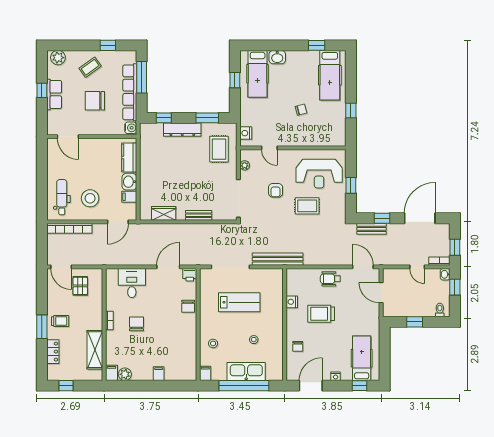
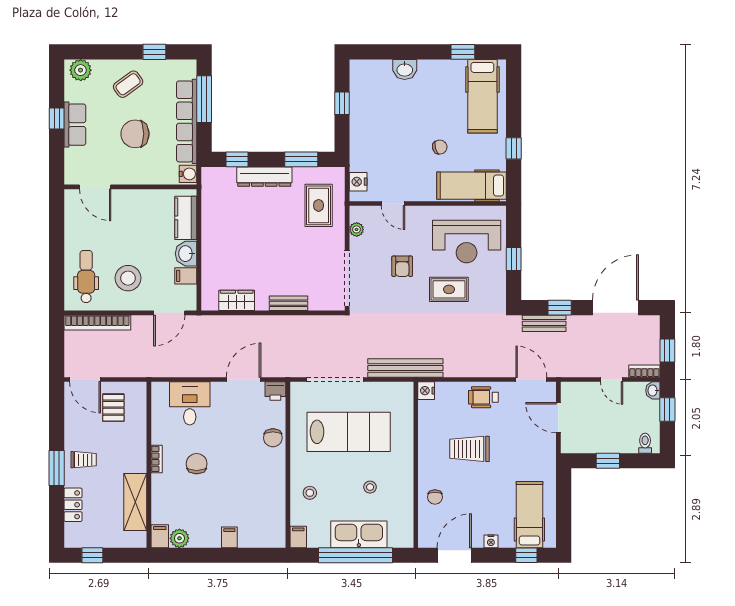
hospital bed: (258, 74) -> (471, 186), moved, turned 90
lab bench: (239, 302) -> (349, 432), width x1.36, depth x1.39
nightstand: (292, 302) -> (426, 391), moved

